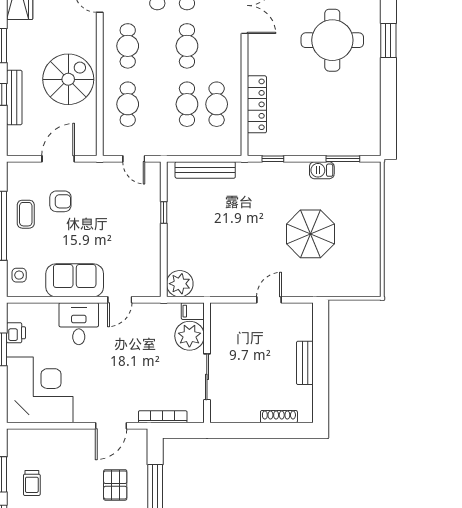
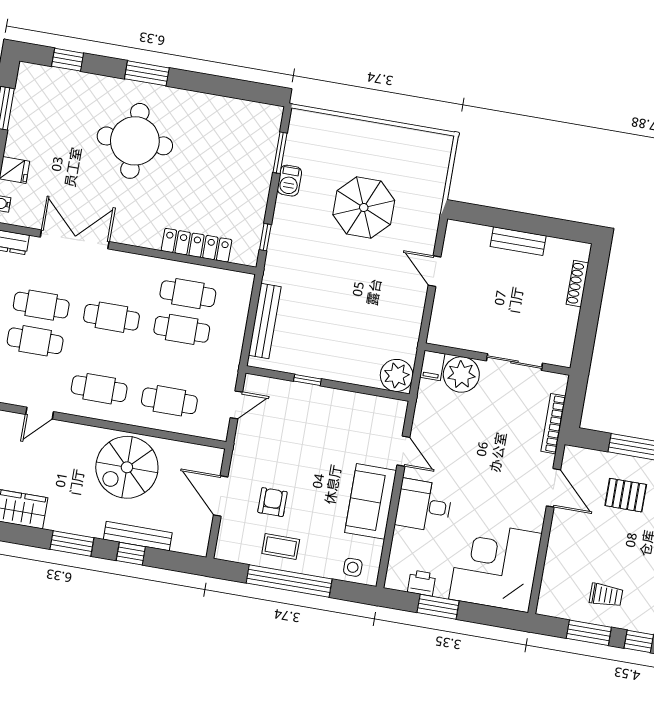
spiral stairs: (68, 79) -> (127, 467), turned -90

